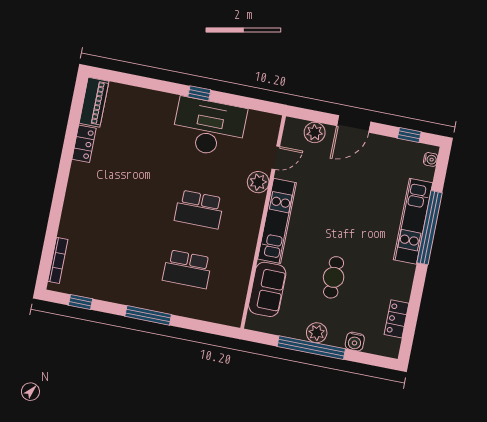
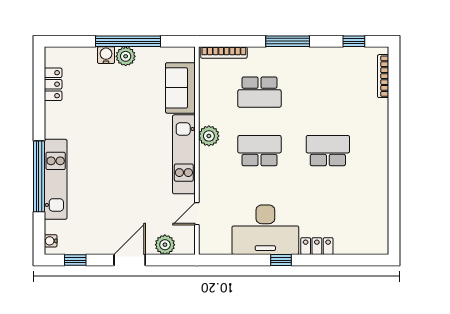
piano: (94, 102) -> (379, 232), removed
locker: (84, 144) -> (317, 246), moved, turned 90
plant: (258, 182) -> (209, 136), moved
school desk: (129, 196) -> (328, 151), added
school desk: (187, 269) -> (259, 92), turned 180
cafe table: (334, 277) -> (120, 112), removed
bookcase: (216, 317) -> (224, 52), added
water cooler: (355, 342) -> (106, 55), moved

